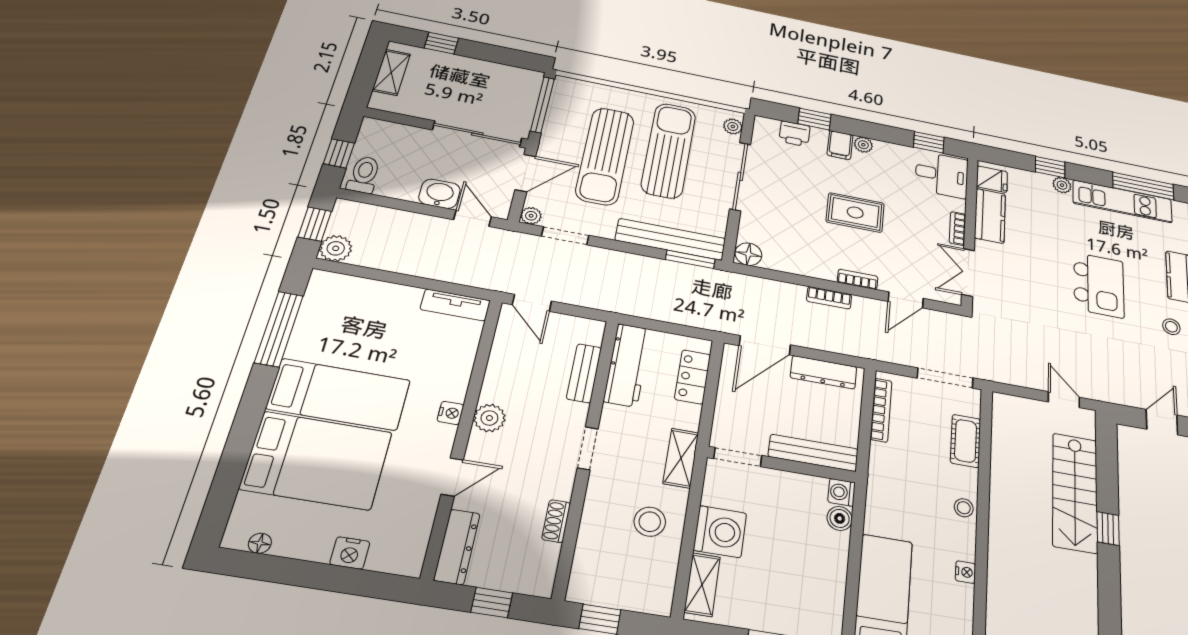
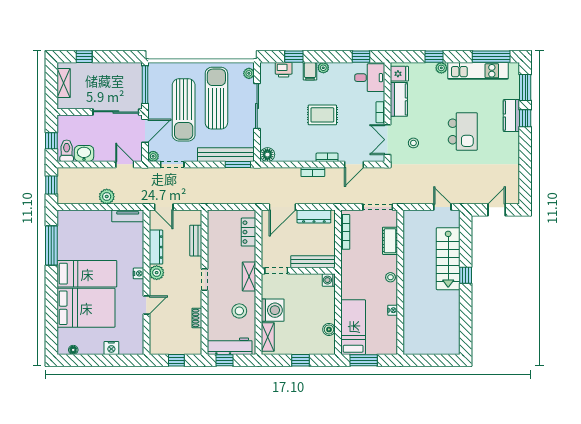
washbasin: (440, 194) -> (84, 154), moved
plant: (336, 248) -> (107, 197), moved
stool: (1171, 327) -> (413, 143), moved
workbench: (627, 365) -> (230, 346), moved, turned -90
boiler: (840, 518) -> (329, 329), moved
dresser: (457, 547) -> (156, 247), moved

